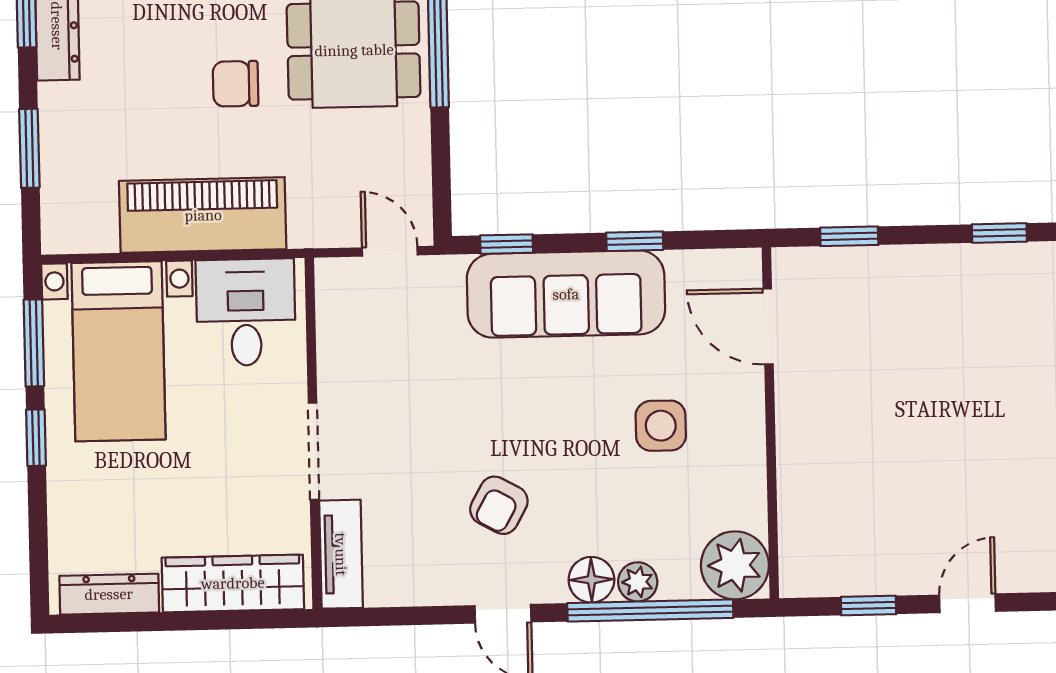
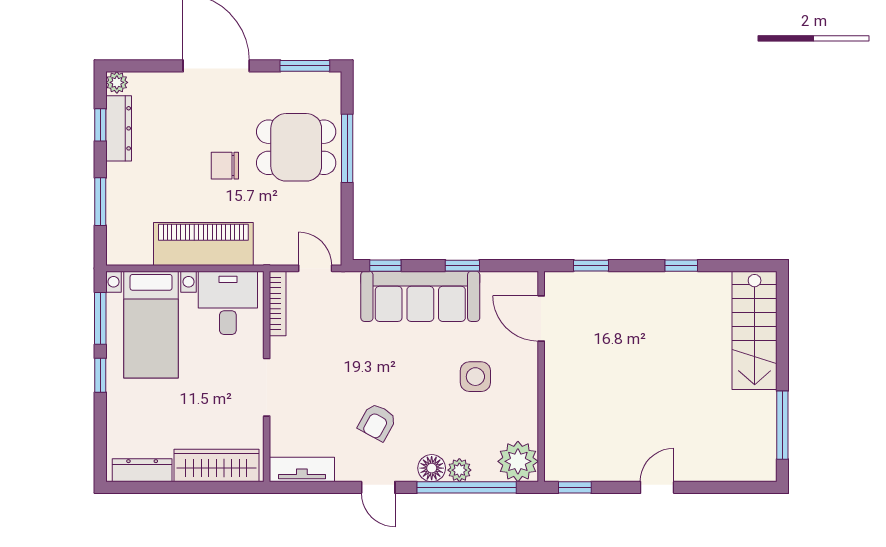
bookcase: (329, 311) -> (278, 303), added
tv unit: (341, 554) -> (302, 469), moved, turned -90
window: (869, 606) -> (575, 487), moved

